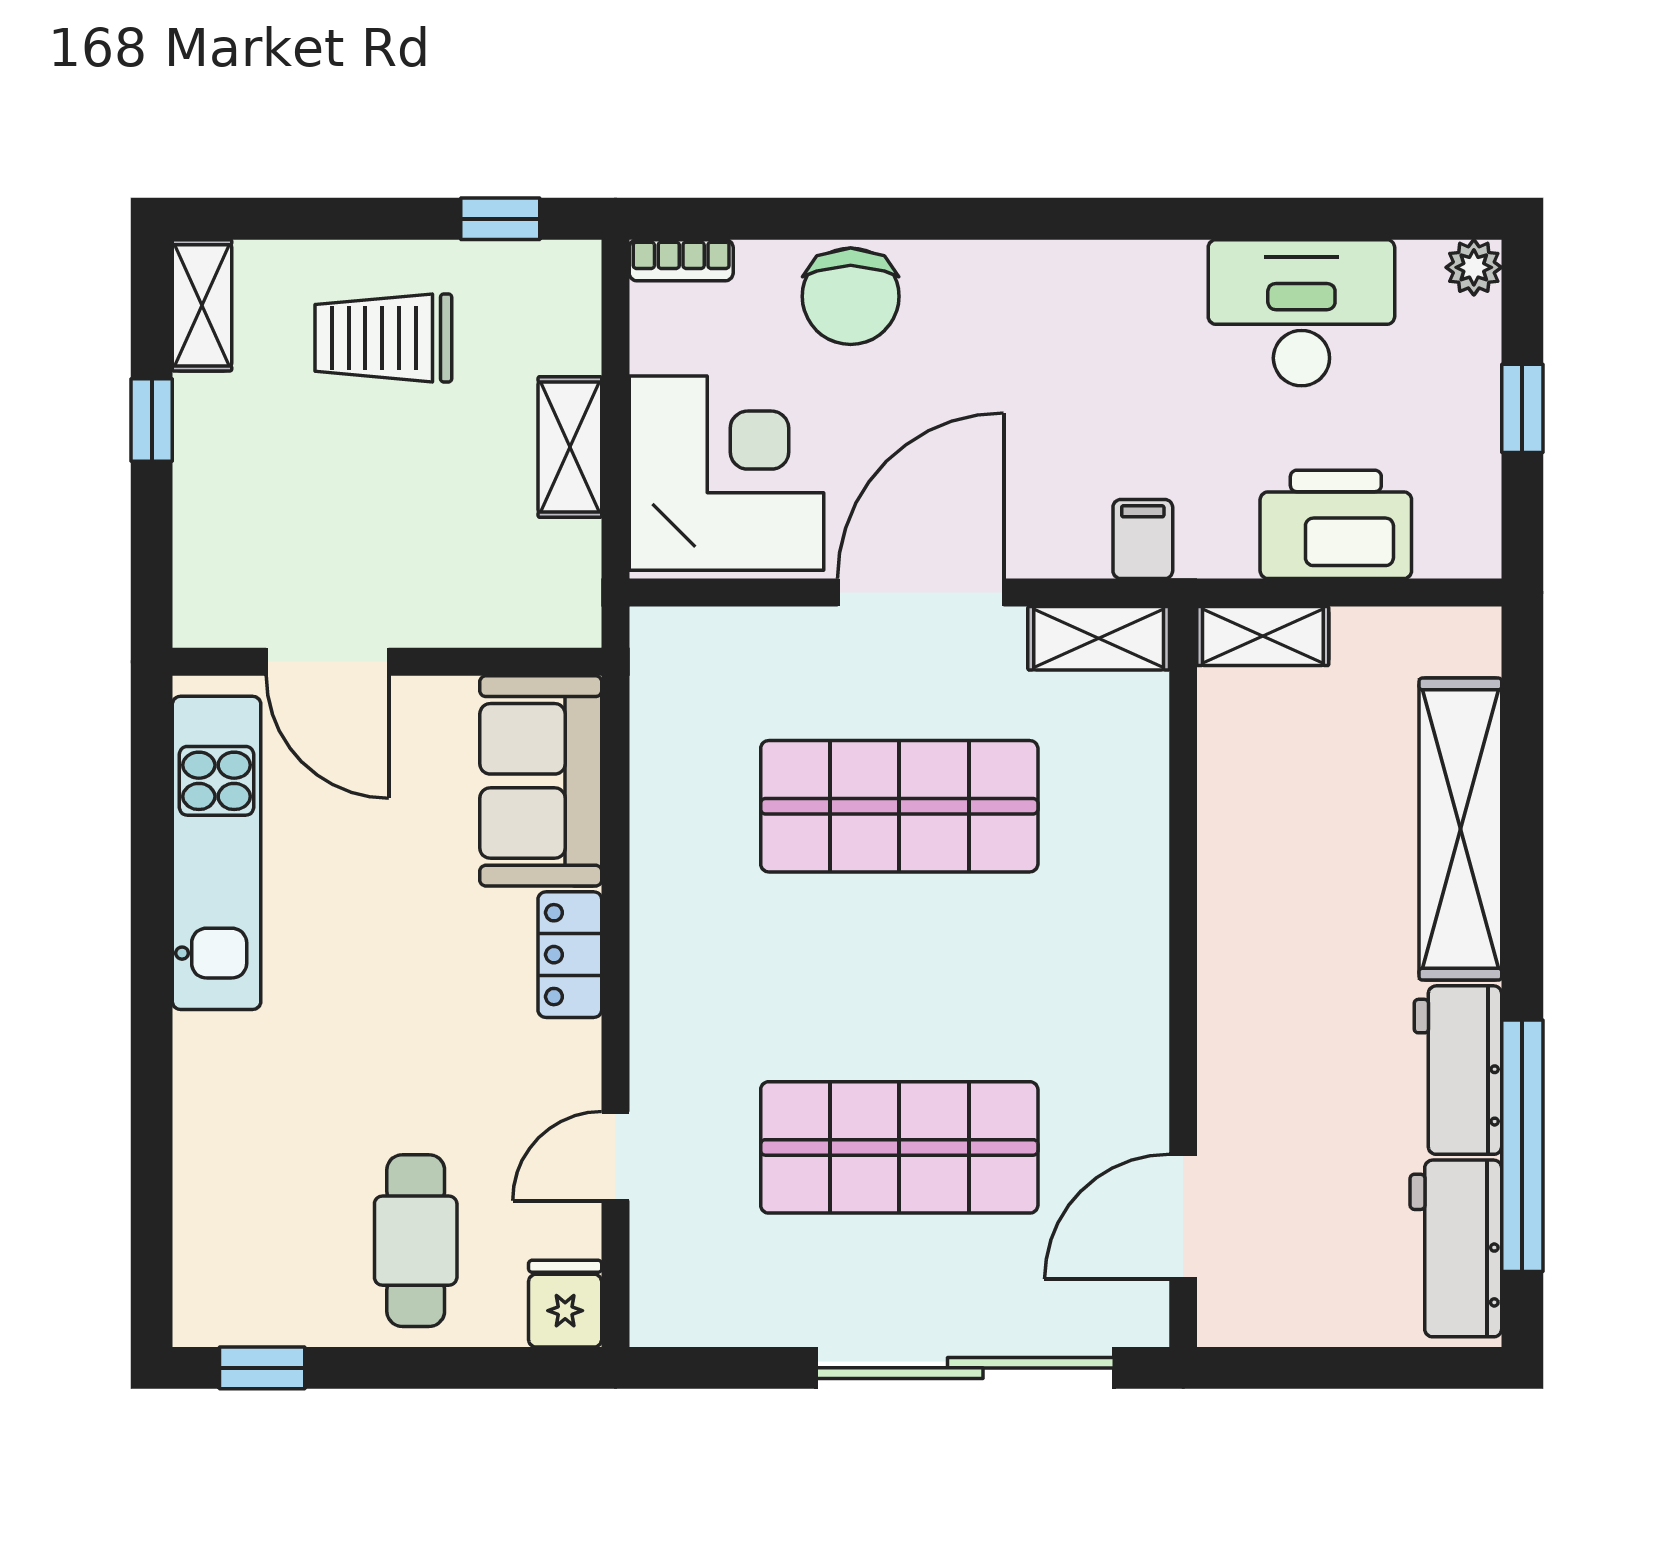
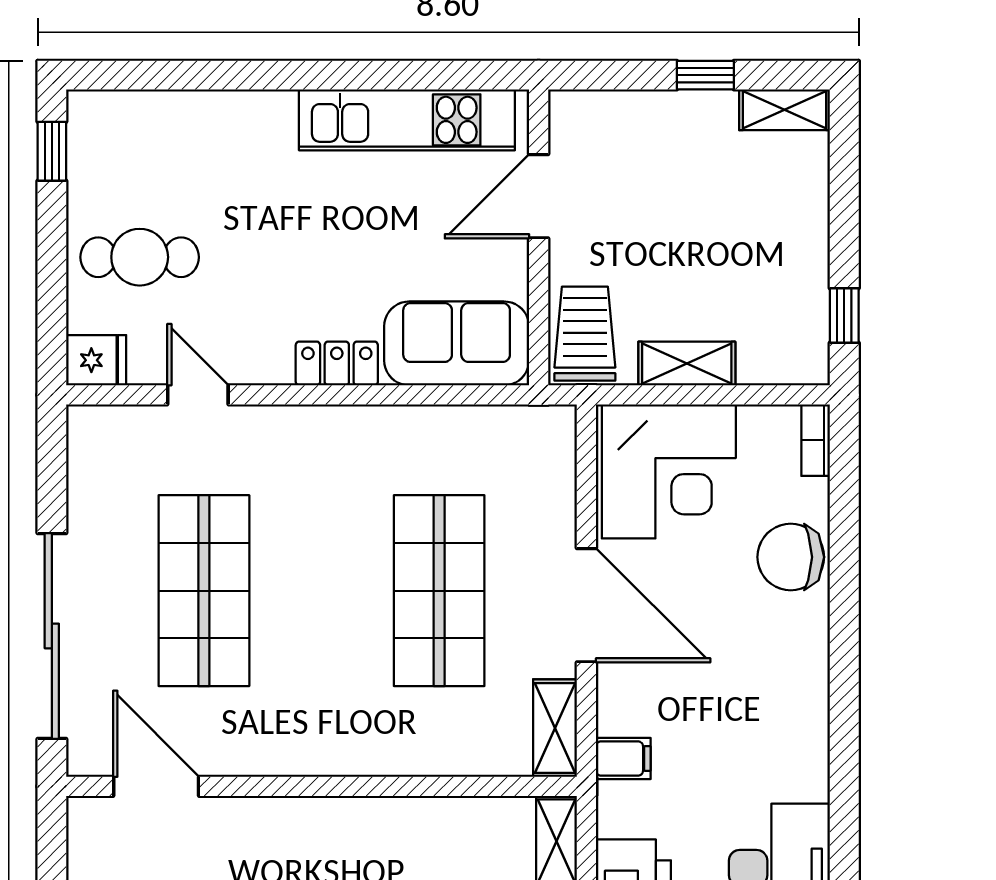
trolley: (383, 338) -> (585, 334), moved

